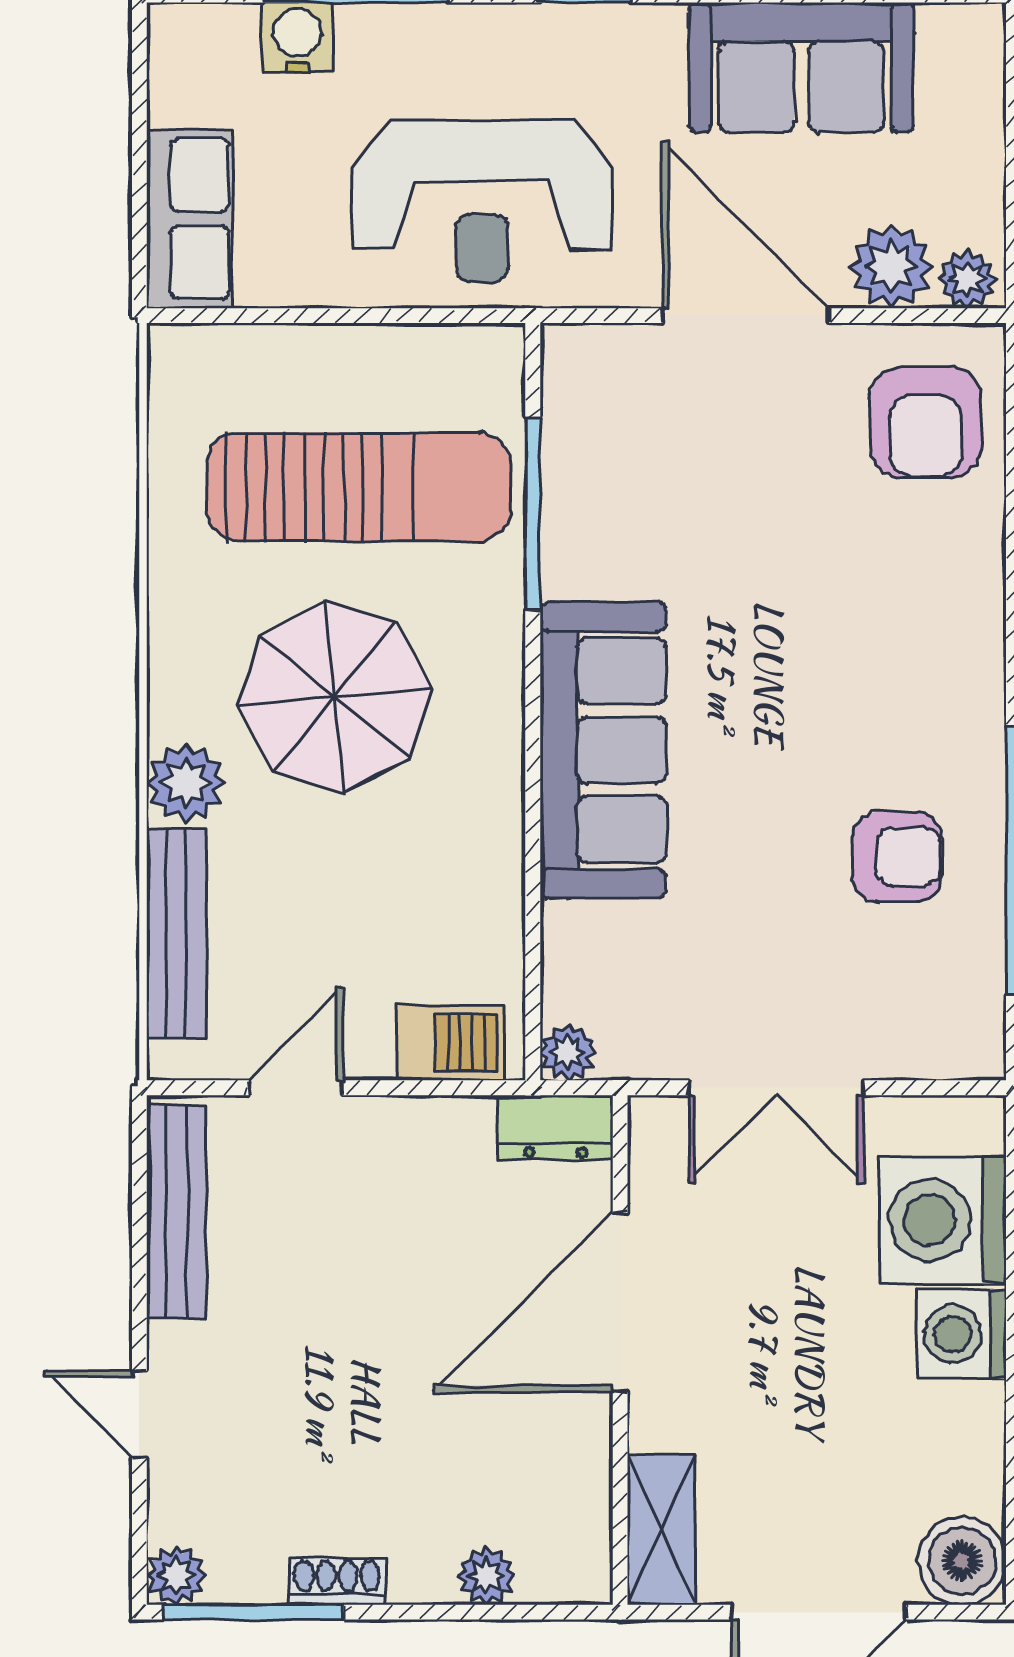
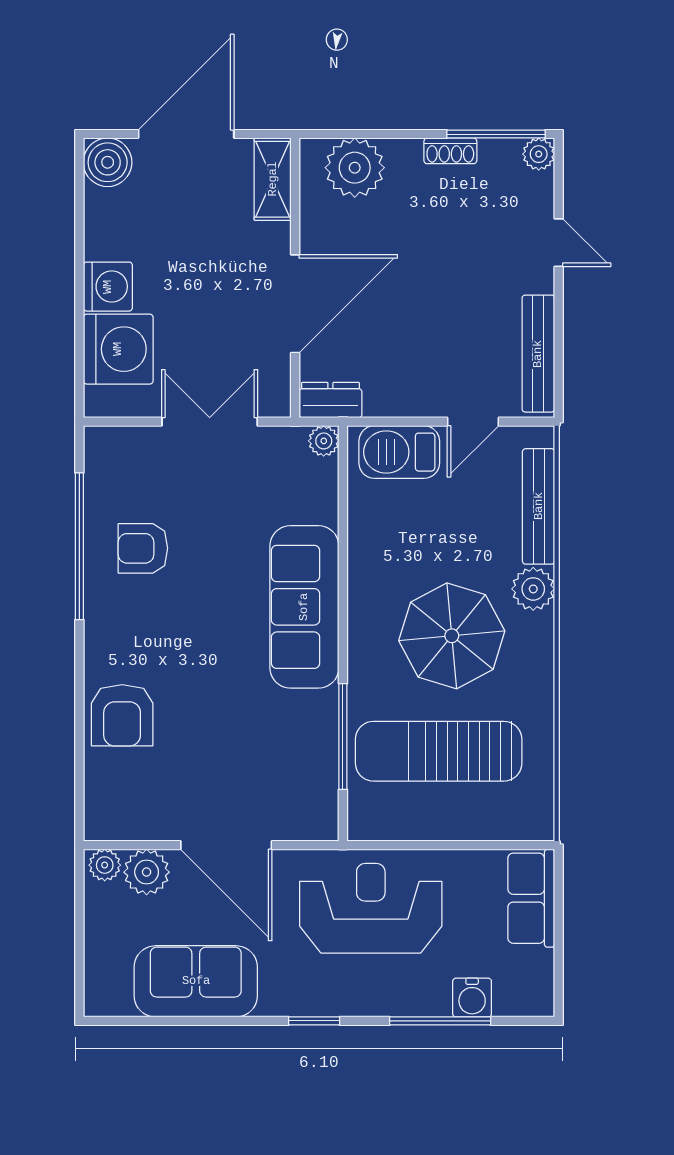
armchair: (926, 422) -> (122, 715), moved, turned 180
barbecue: (450, 1042) -> (399, 452), width x1.38, depth x1.27
plant: (486, 1576) -> (355, 168), width x1.88, depth x1.88

